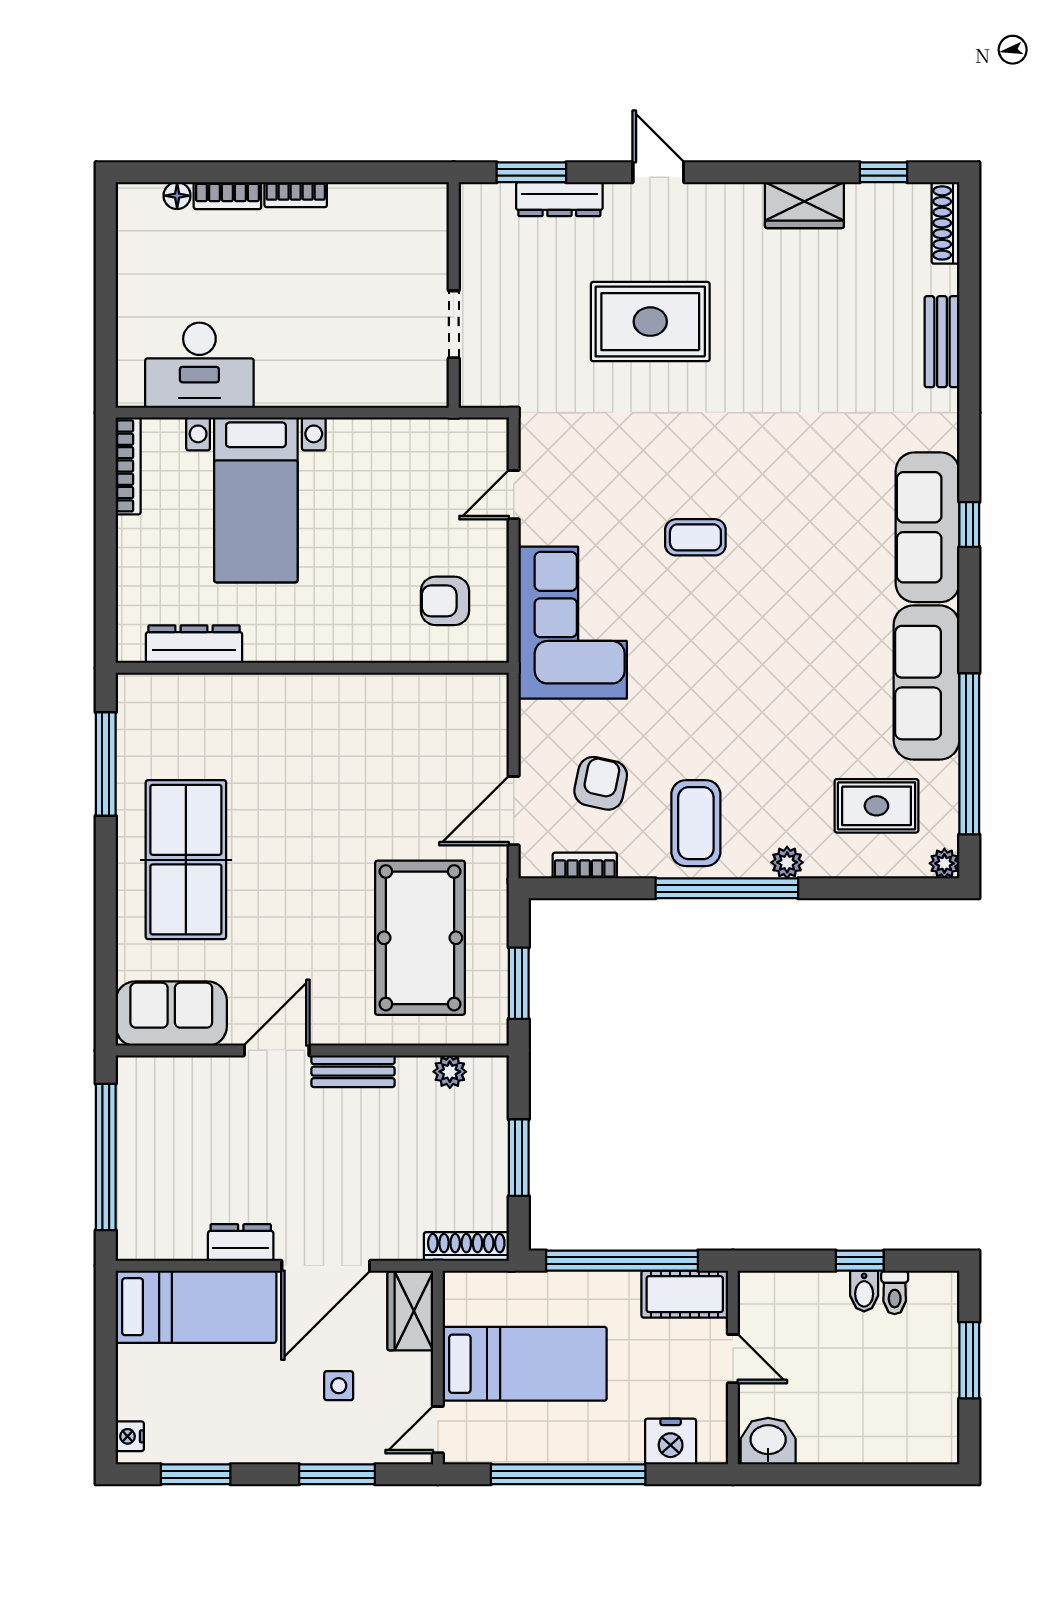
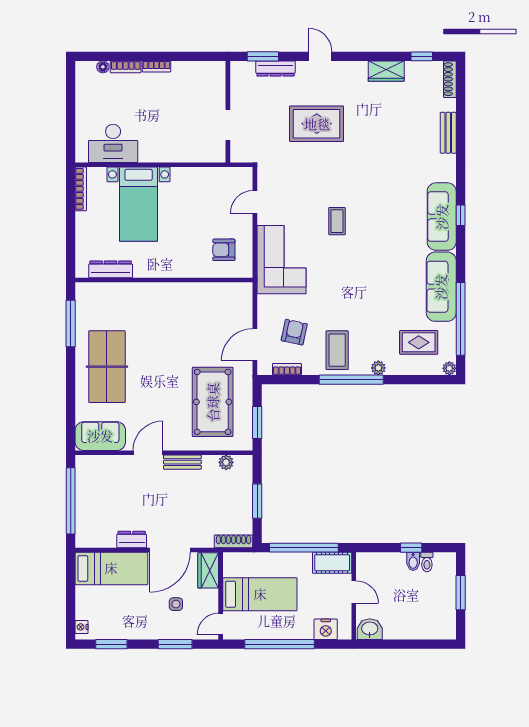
coffee table: (695, 537) -> (337, 221), turned 90

